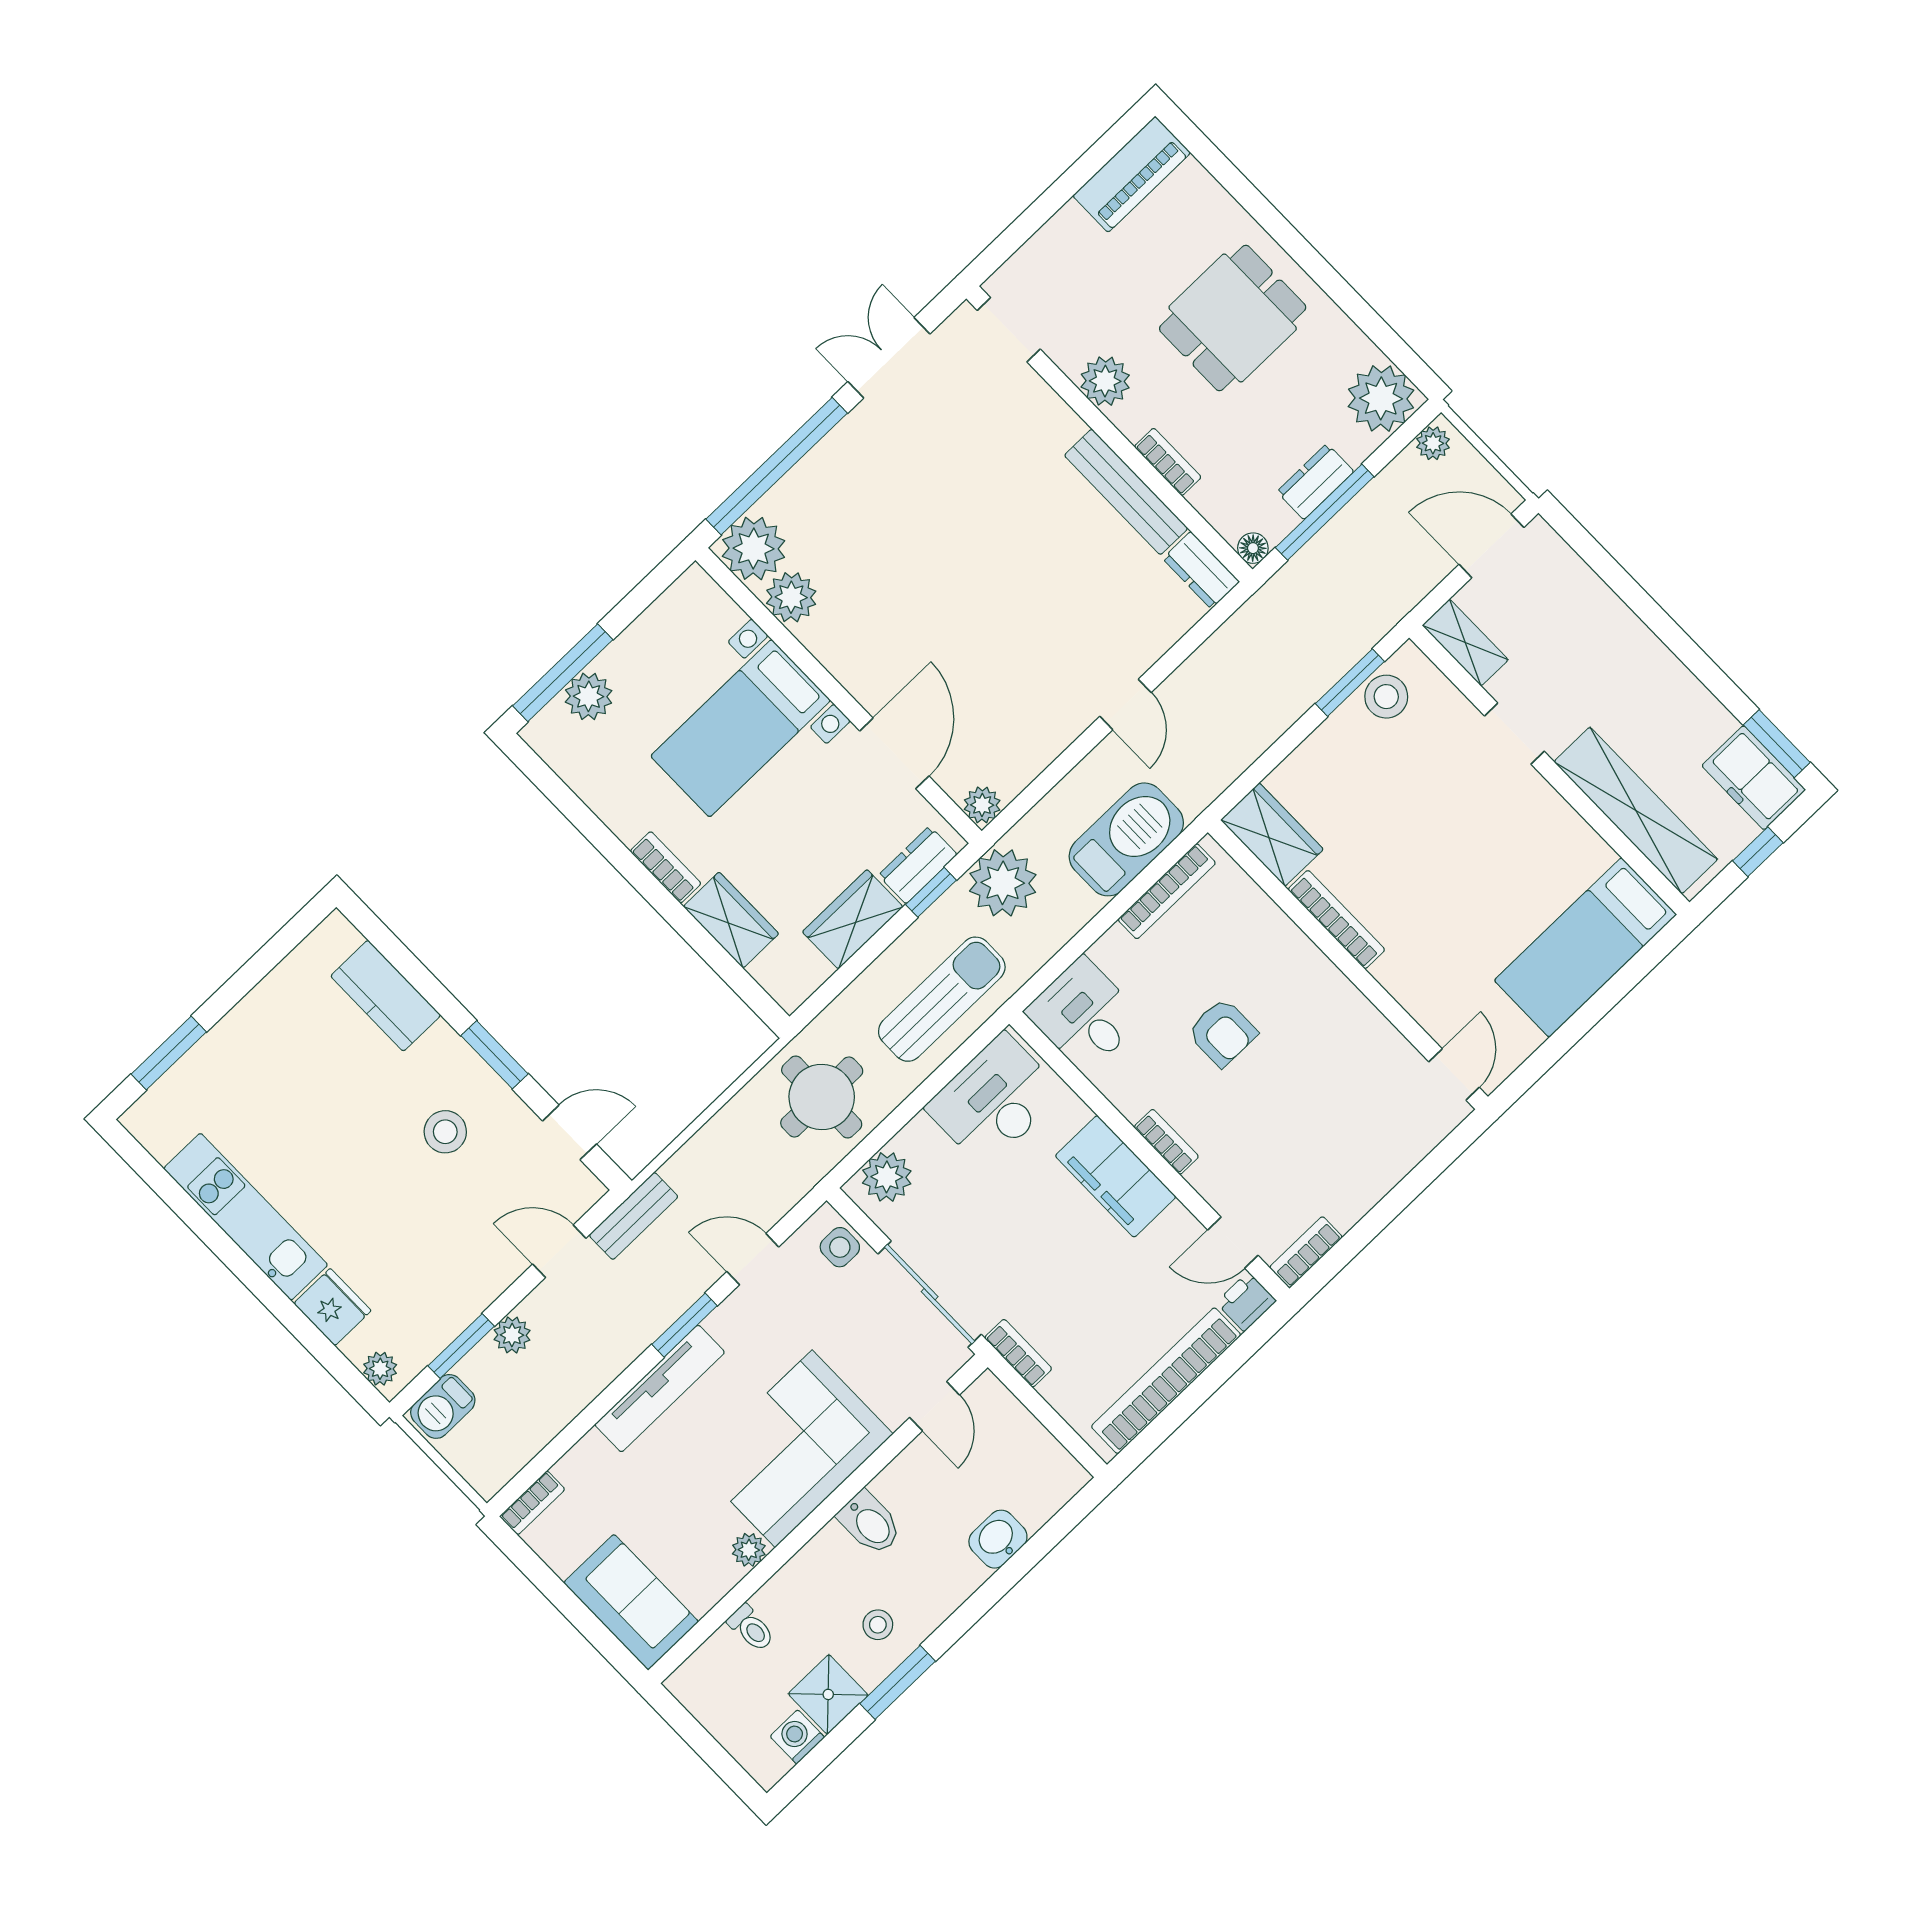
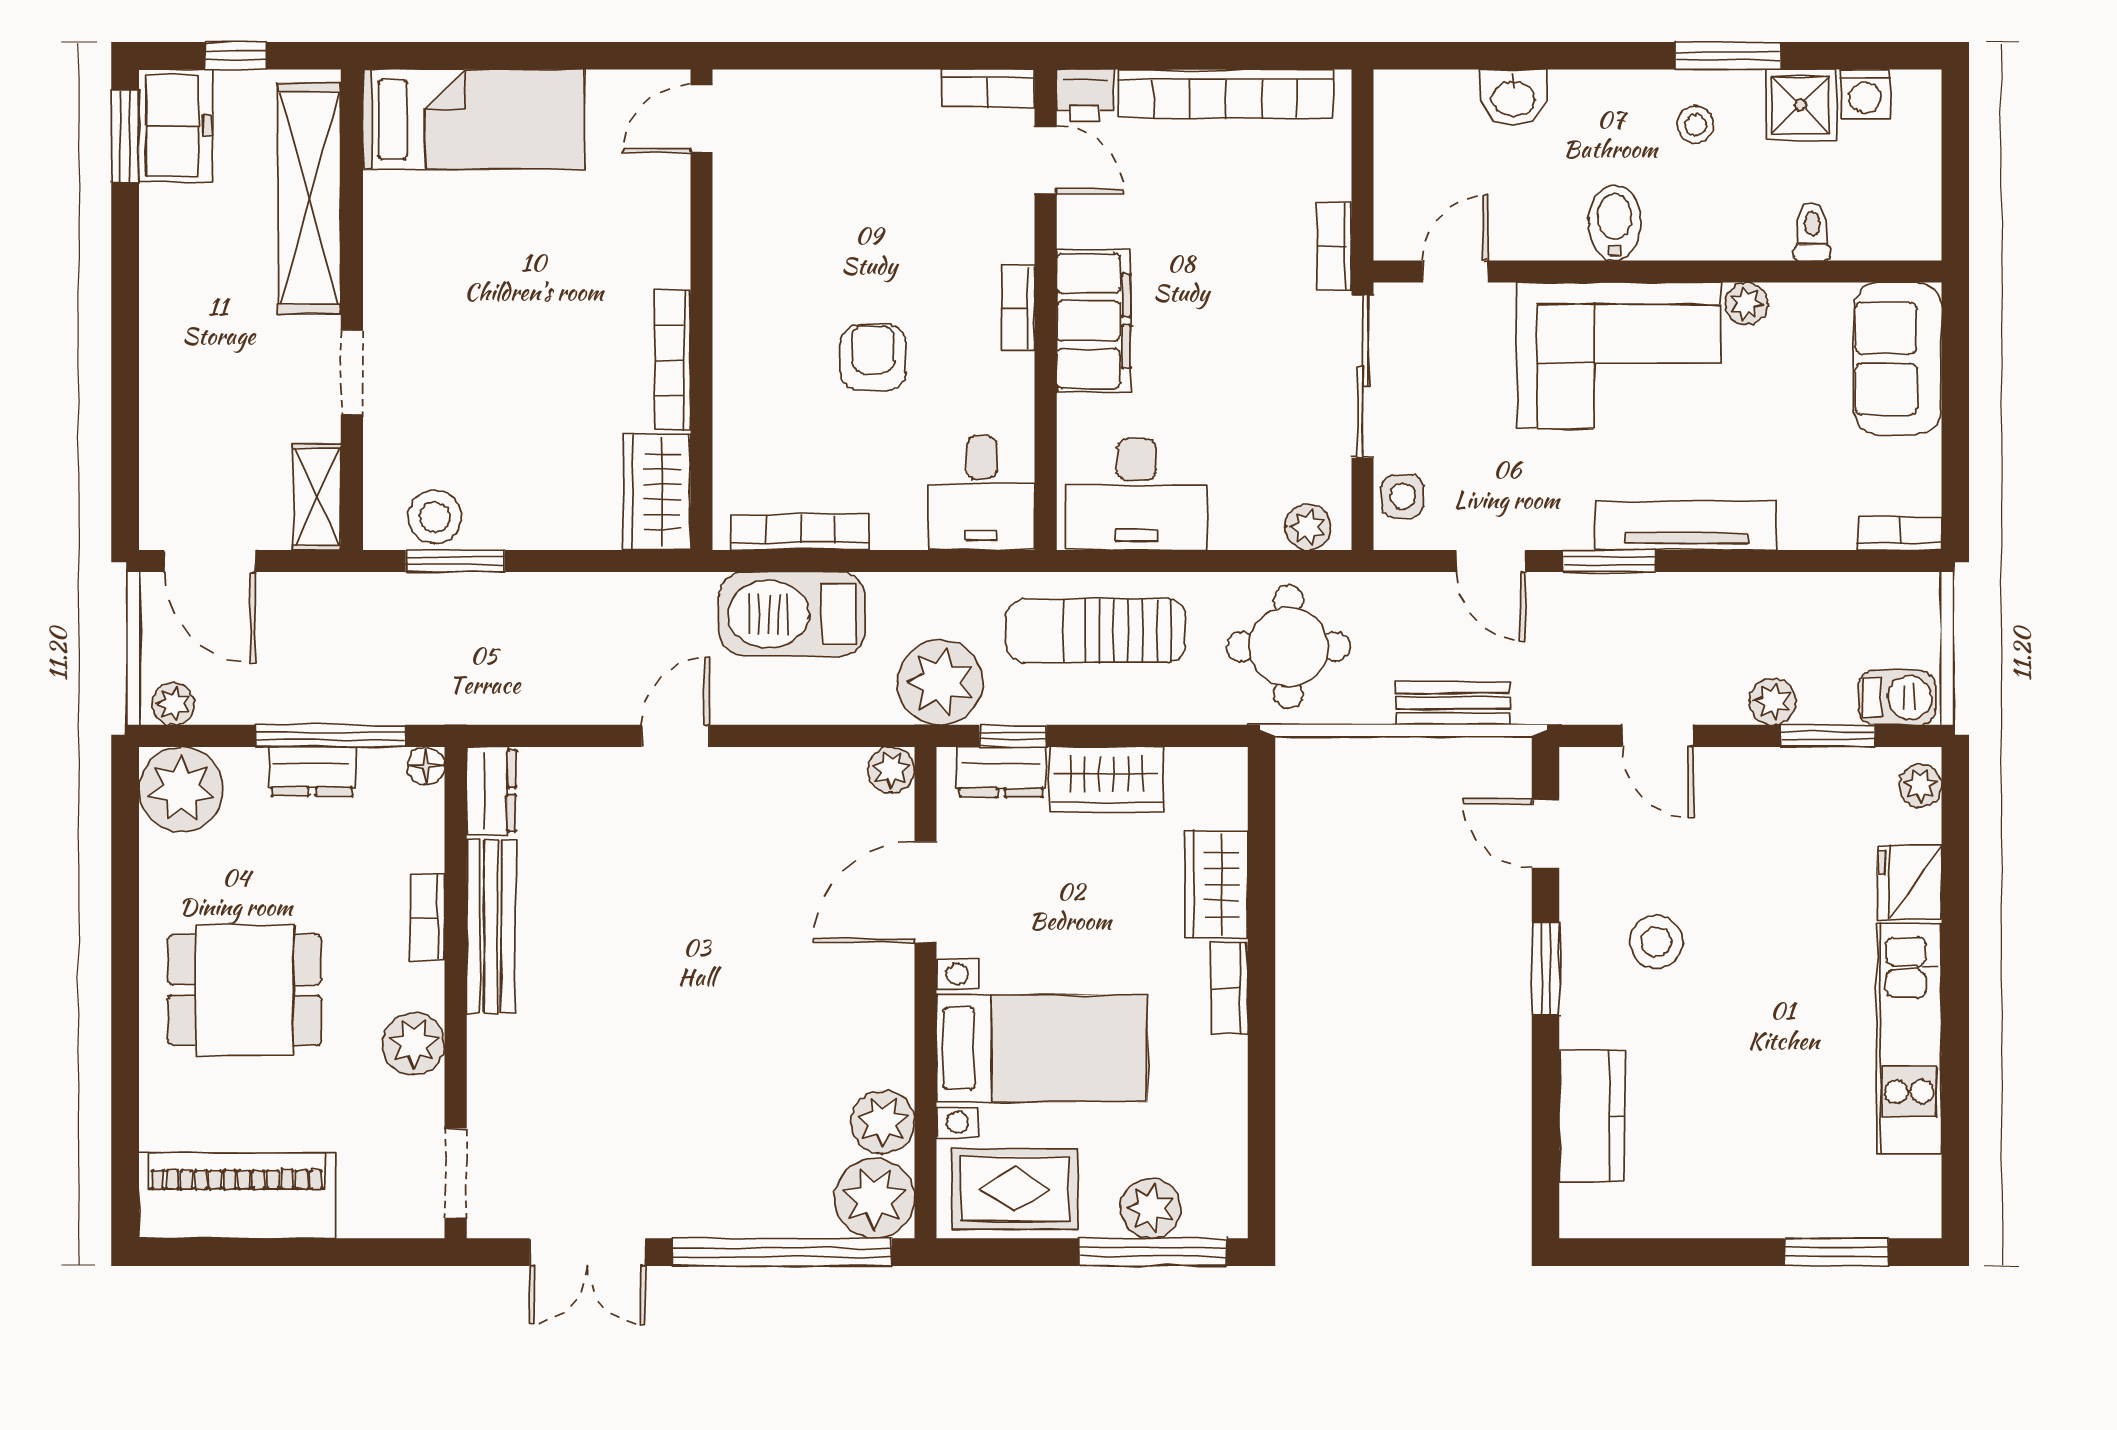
piano: (1132, 174) -> (237, 1196), width x1.37, depth x1.33
rug: (678, 632) -> (1015, 1189), added
plant: (887, 1177) -> (1308, 527), width x0.73, depth x0.73
bench: (634, 1216) -> (1453, 703), moved

